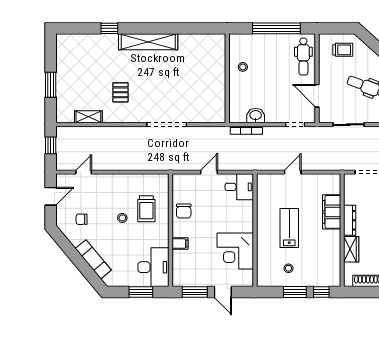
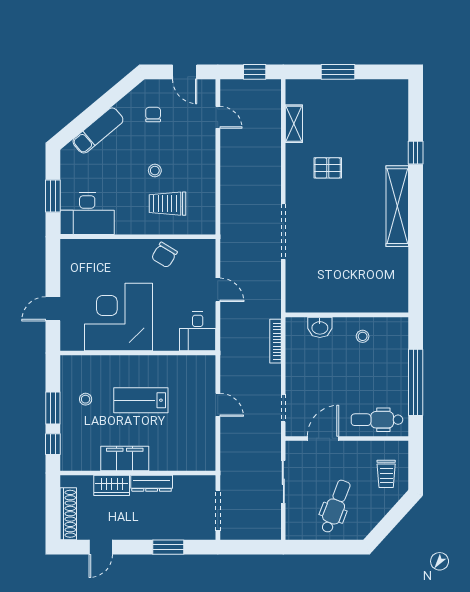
washbasin: (256, 116) -> (320, 327), moved, turned 90
chair: (184, 211) -> (164, 255), turned -59
filing cabinet: (332, 212) -> (125, 458), moved
lab bench: (289, 228) -> (141, 400), turned 180
filing cabinet: (180, 243) -> (120, 250), removed
corner desk: (235, 251) -> (118, 317), width x1.36, depth x1.36
window: (195, 292) -> (53, 270), removed

